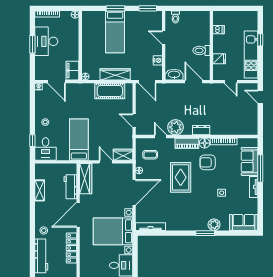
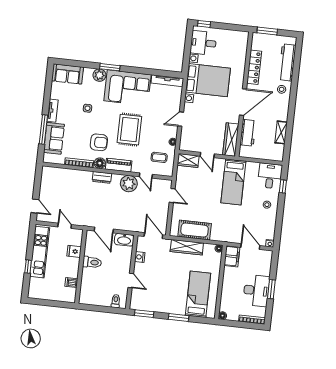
bed: (115, 32) -> (198, 294), moved
door: (134, 192) -> (181, 119), width x0.53
corner sofa: (187, 216) -> (127, 88), added

